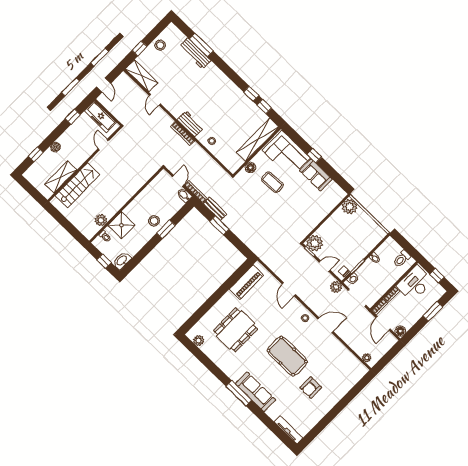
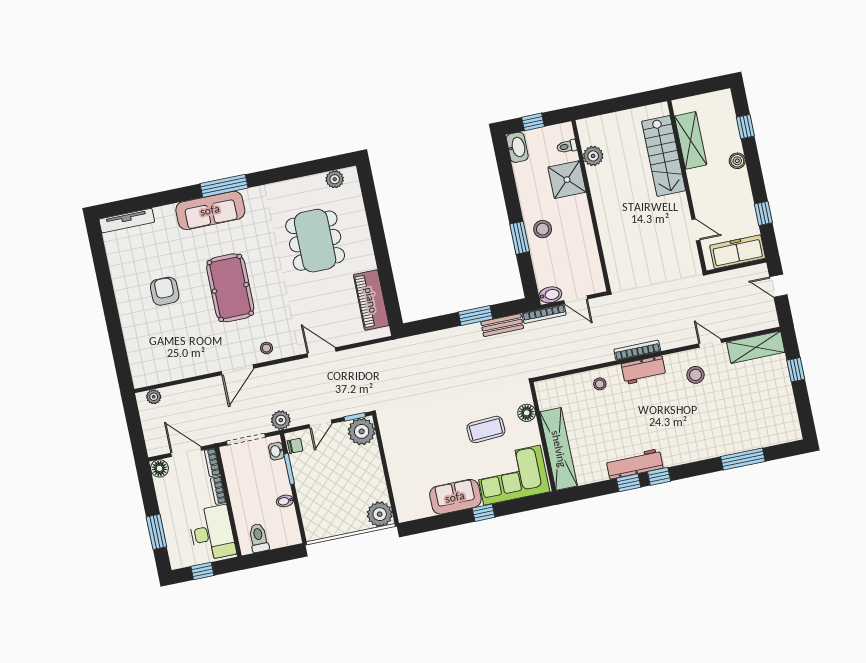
stool: (160, 45) -> (696, 375), moved
workbench: (195, 53) -> (635, 464), moved
window: (264, 106) -> (659, 476), moved
pool table: (287, 356) -> (230, 288), turned 90

